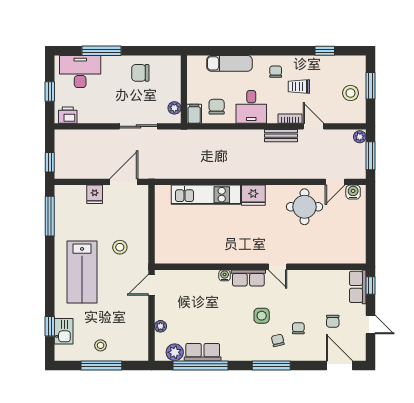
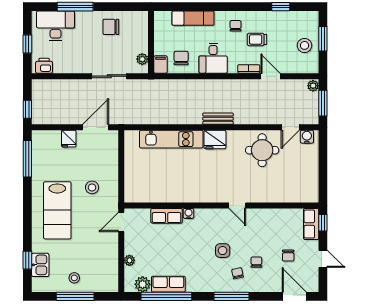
bench: (281, 136) -> (218, 119), moved
row of seats: (248, 278) -> (167, 216), moved

